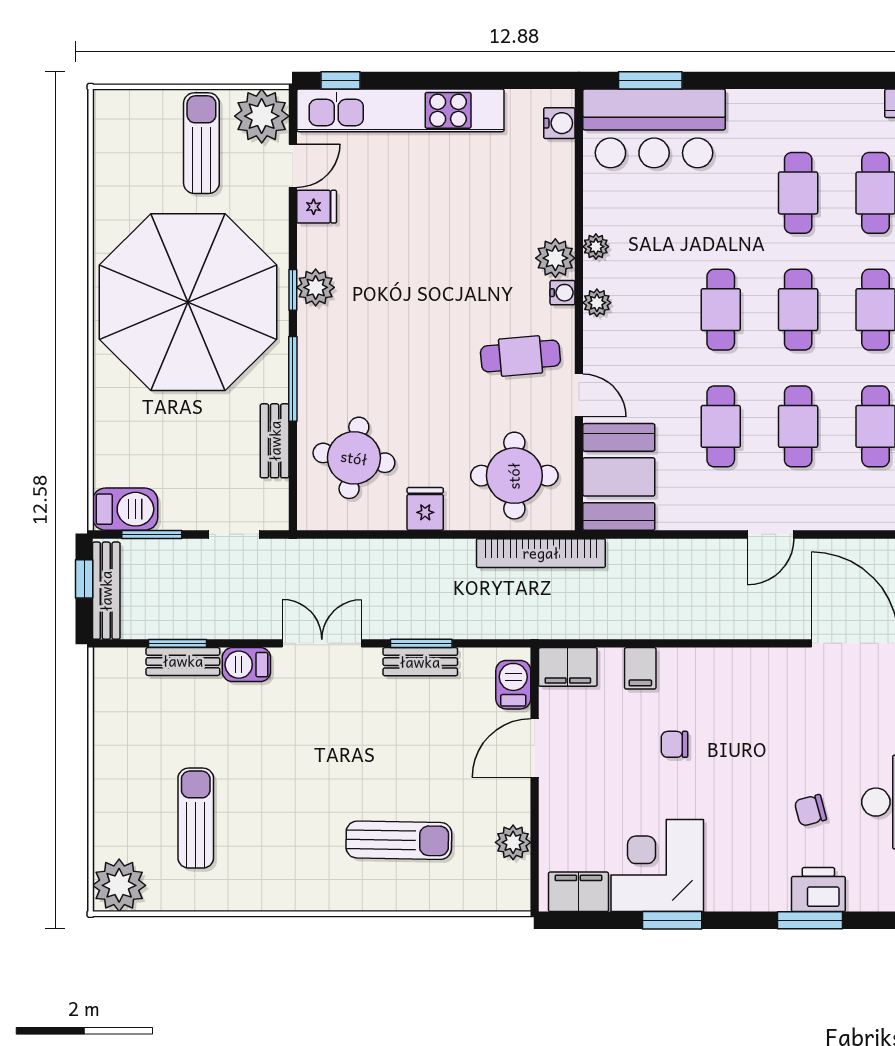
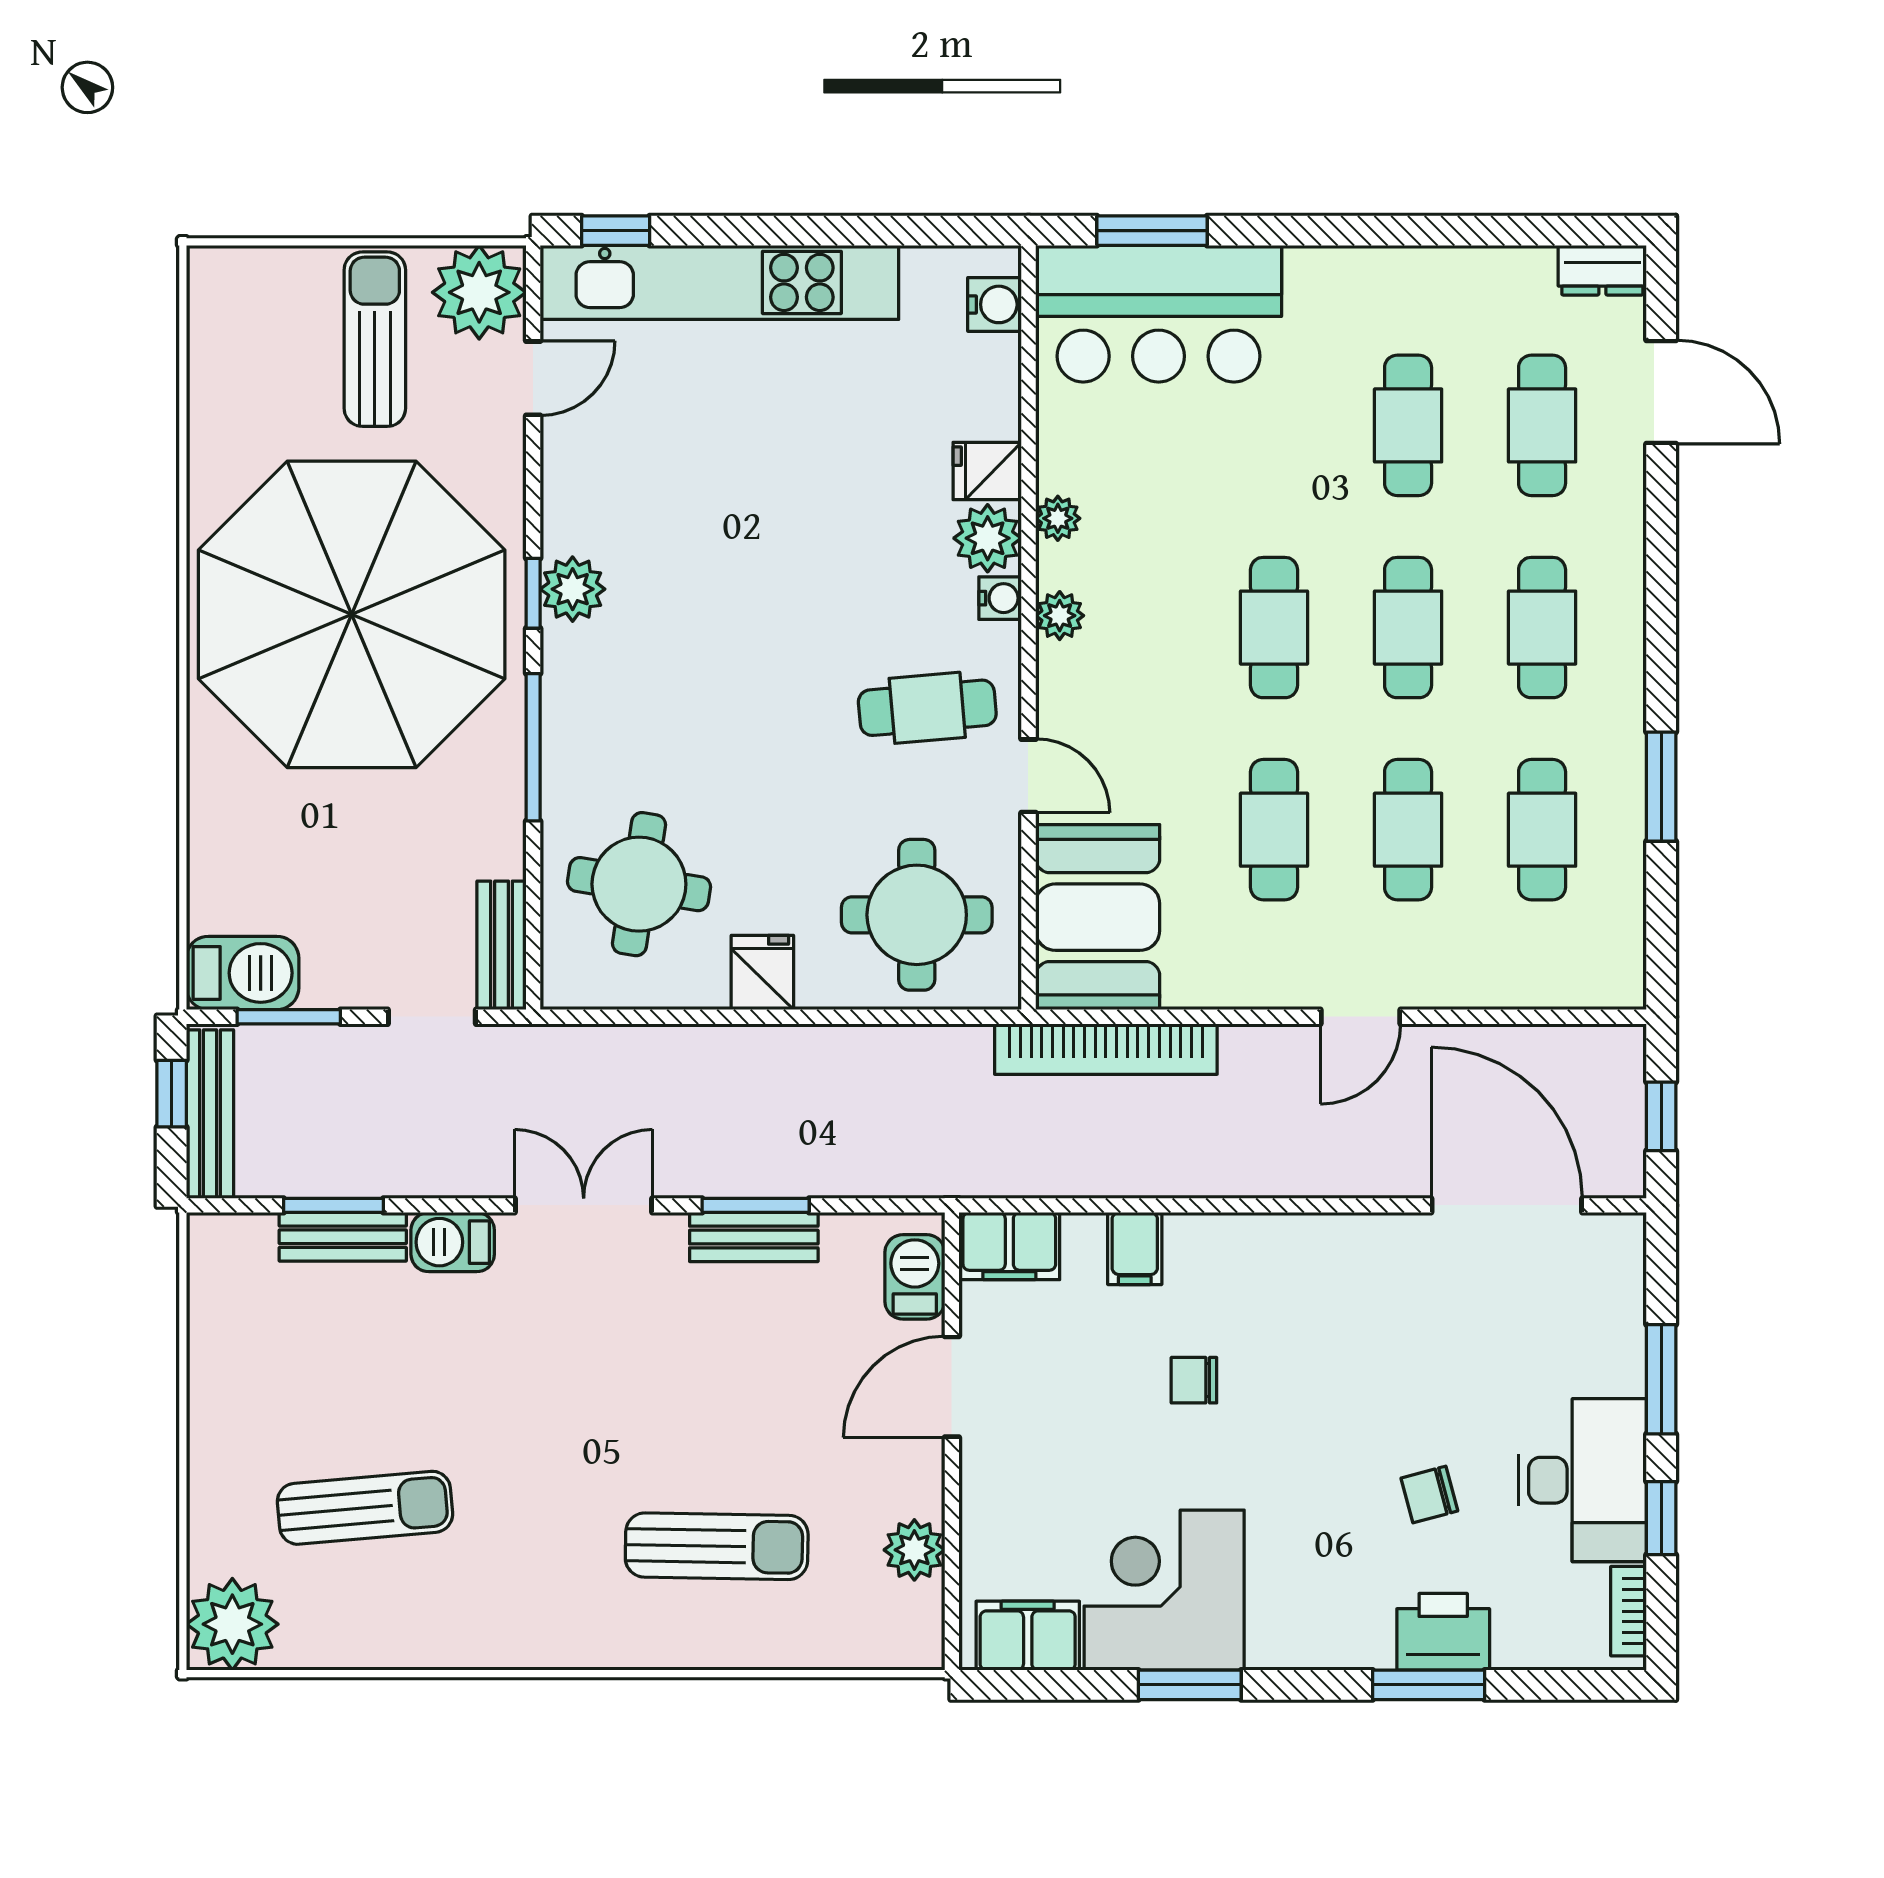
fridge: (317, 207) -> (987, 471), moved, turned 180
bench: (275, 441) -> (502, 945), moved
bookcase: (541, 553) -> (1106, 1049), moved
sun lounger: (196, 818) -> (365, 1508), turned 85

